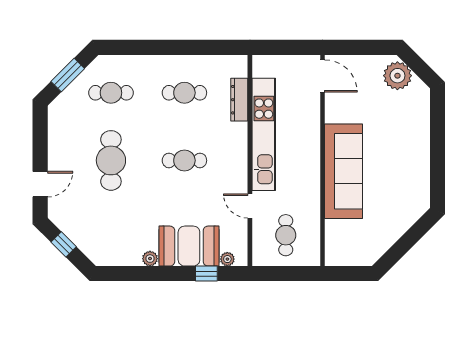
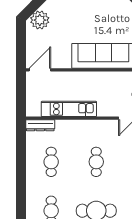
dresser: (239, 100) -> (40, 125), moved
kitchen unit: (264, 134) -> (69, 109), width x0.73

